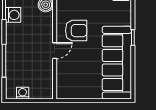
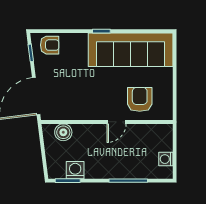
armchair: (76, 31) -> (140, 99), moved
door: (55, 51) -> (117, 122), swing flipped

